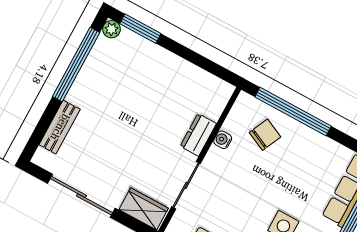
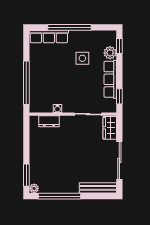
bench: (60, 127) -> (98, 188), width x1.36
dresser: (198, 135) -> (49, 121), moved
chair: (265, 135) -> (45, 90), removed

